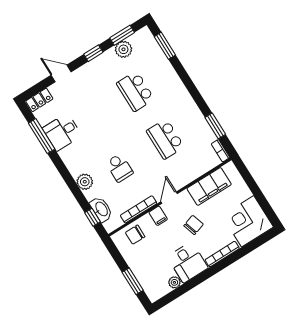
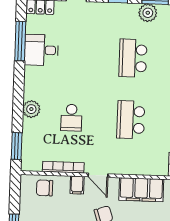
door: (169, 198) -> (98, 175), swing flipped
washbasin: (101, 209) -> (29, 144), removed
window: (92, 217) -> (17, 146), width x1.50

